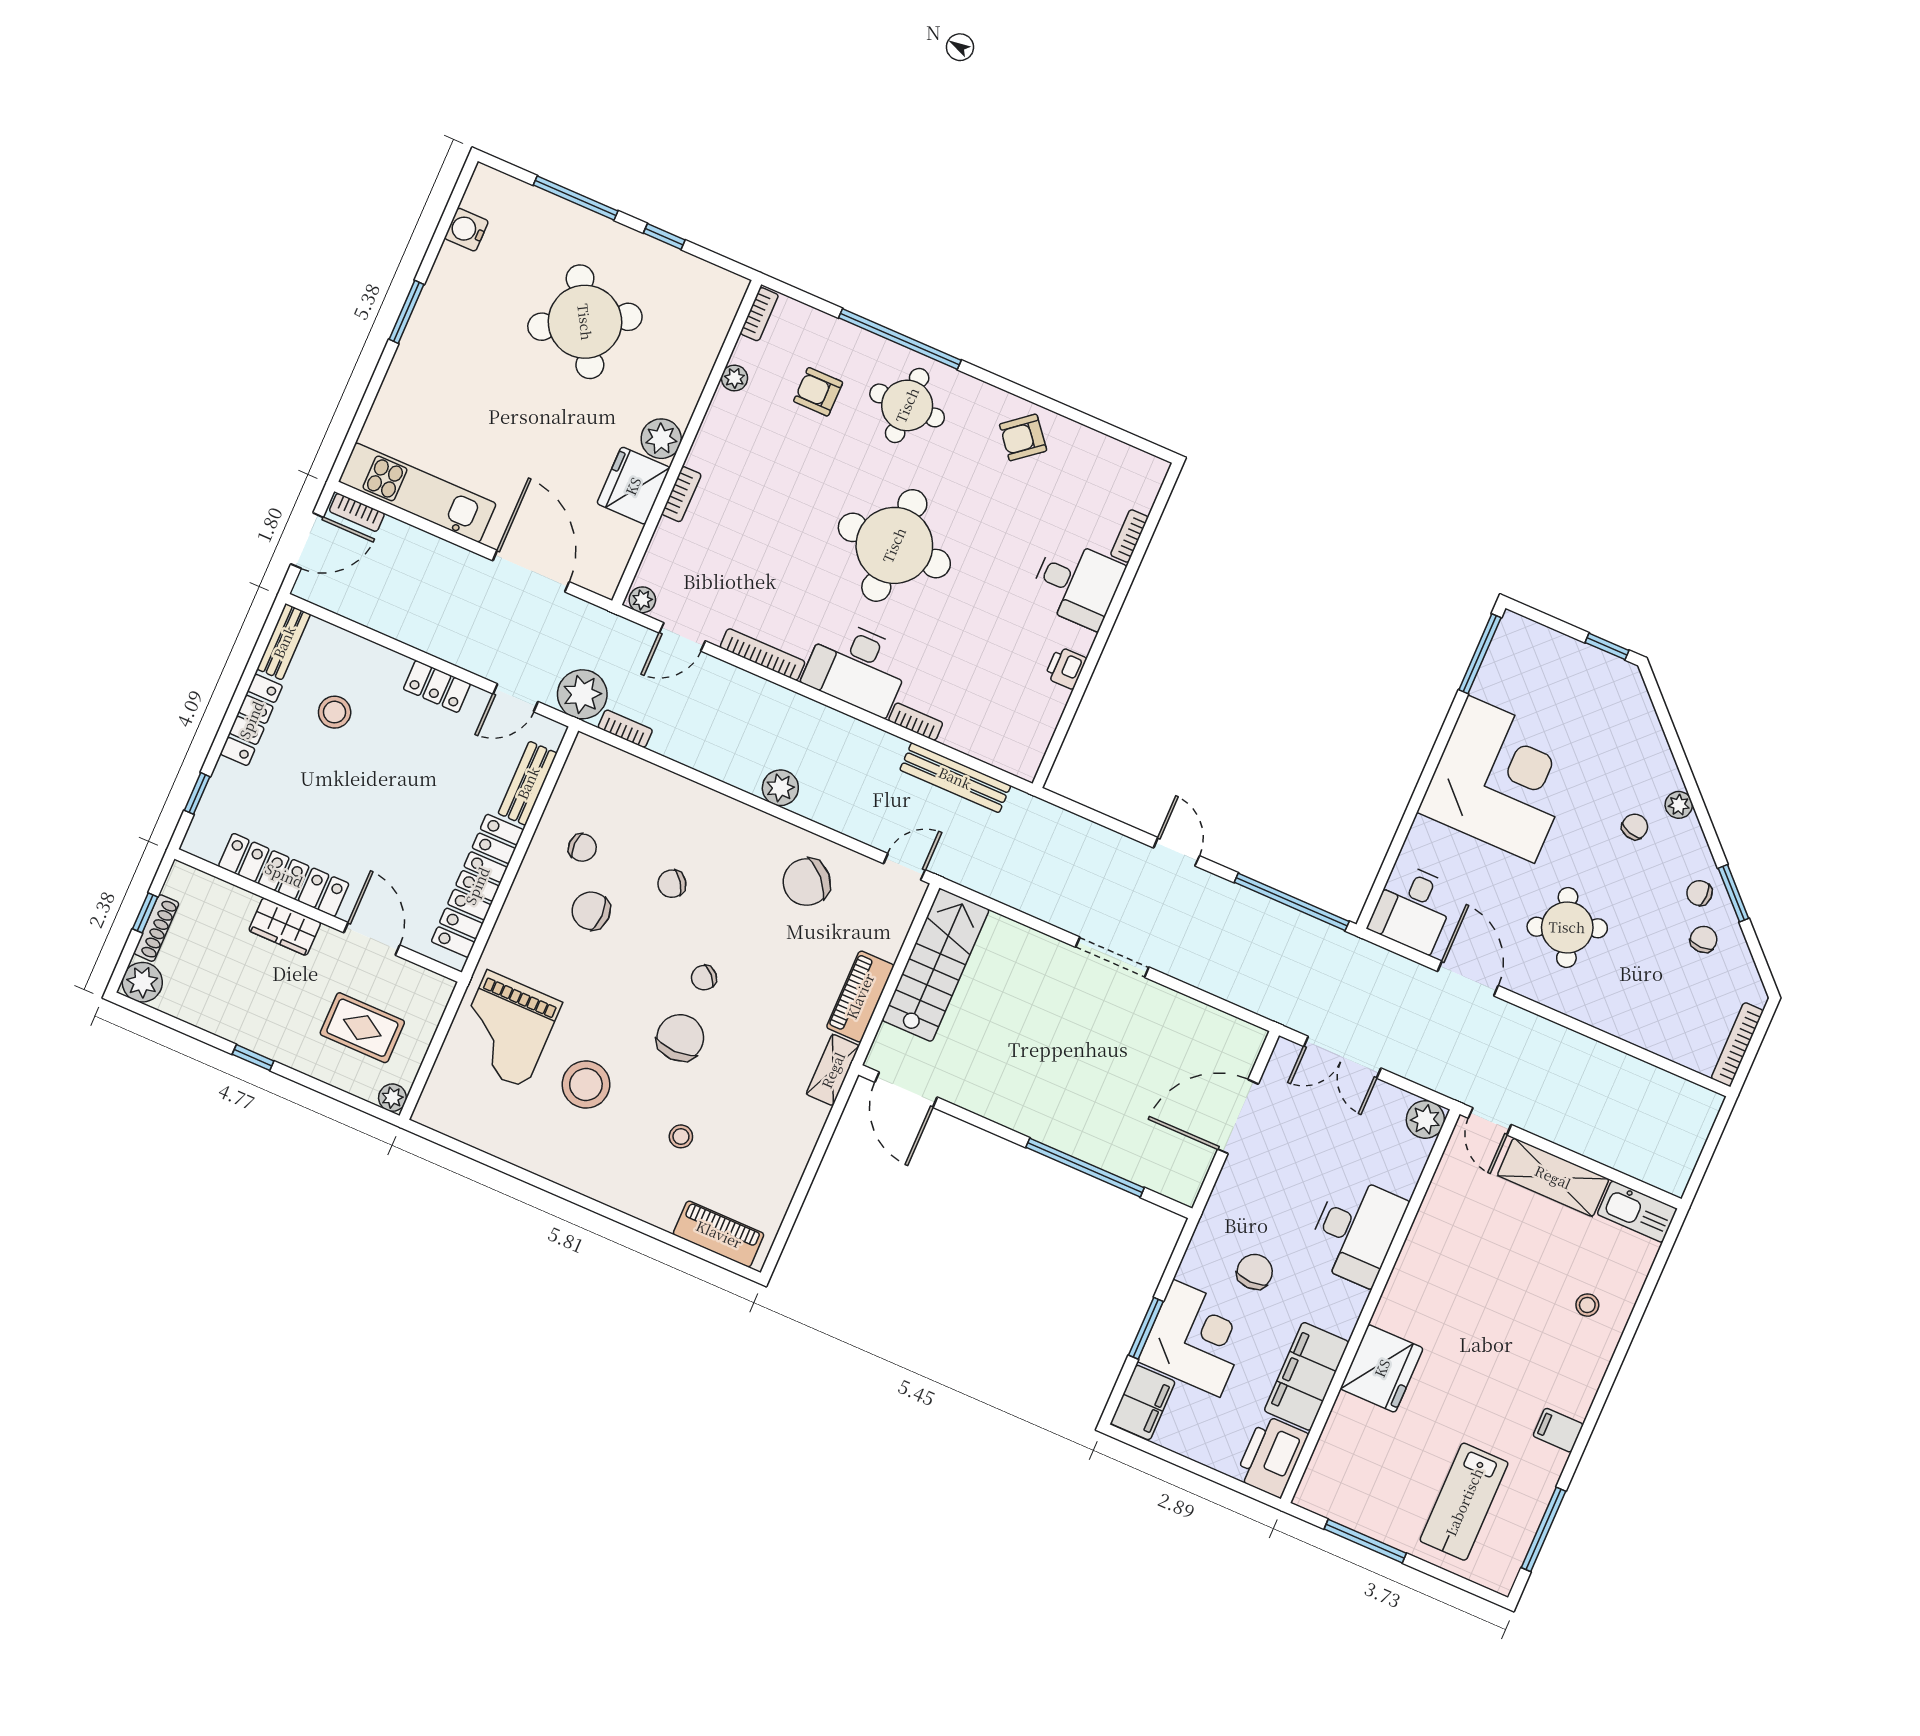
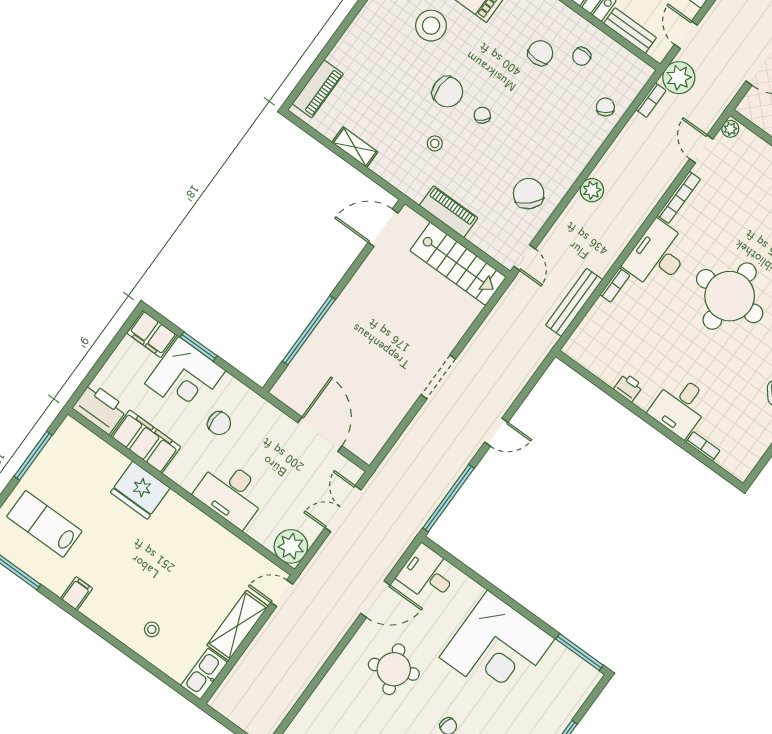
chair: (672, 884) -> (605, 107), moved
shelving: (833, 1070) -> (355, 147), moved
plant: (1425, 1119) -> (291, 546), width x1.36, depth x1.36
stool: (681, 1136) -> (435, 143), moved

